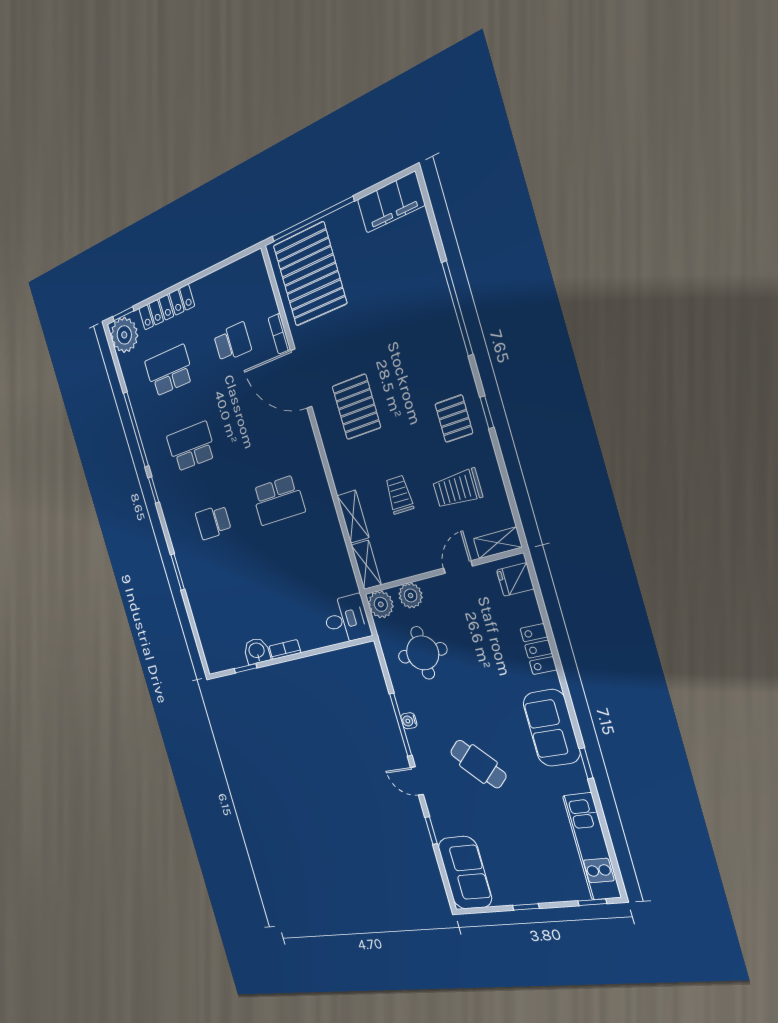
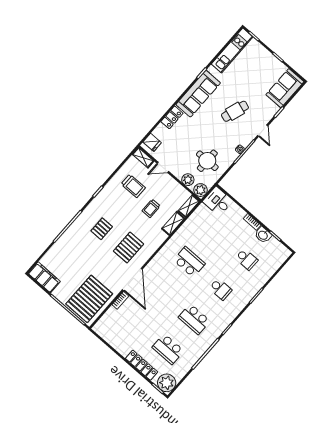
school desk: (232, 342) -> (247, 259), moved, turned 180
pallet: (454, 419) -> (102, 229), moved
sofa: (552, 728) -> (198, 94), width x1.36
cafe table: (478, 764) -> (235, 111), turned 61

